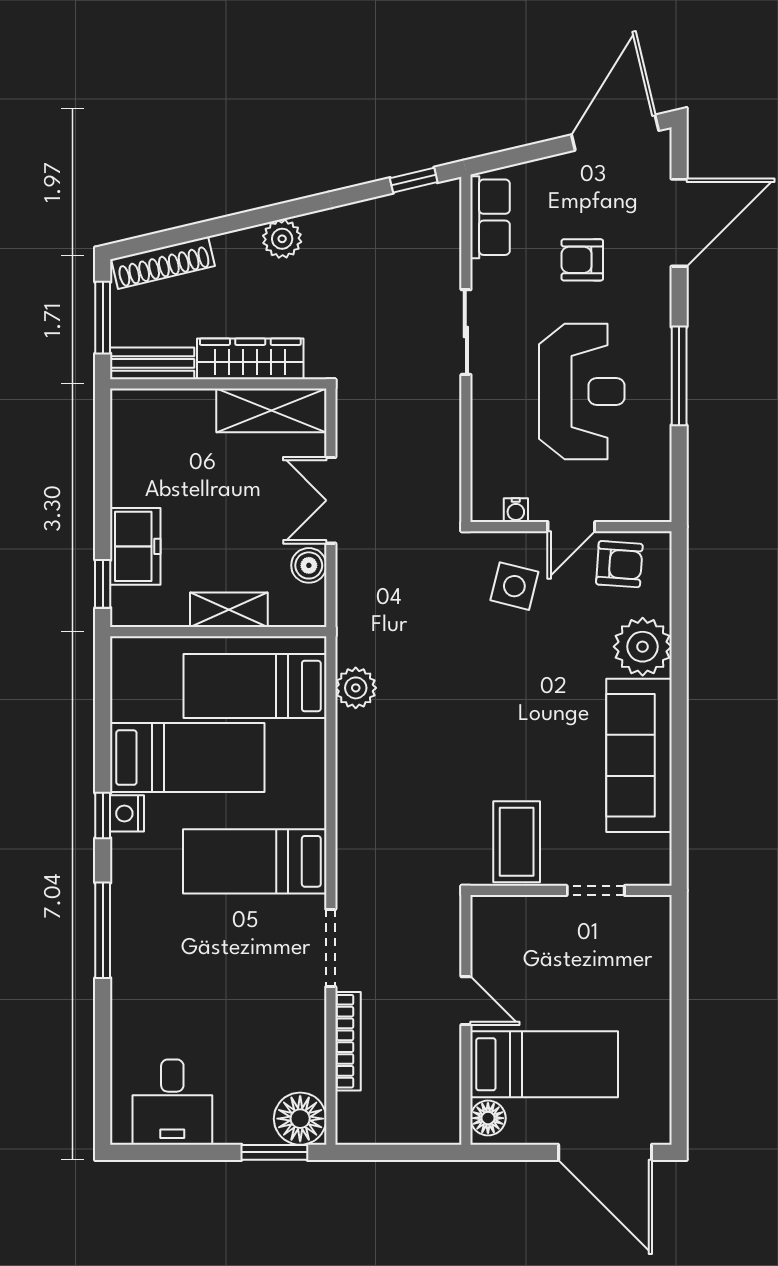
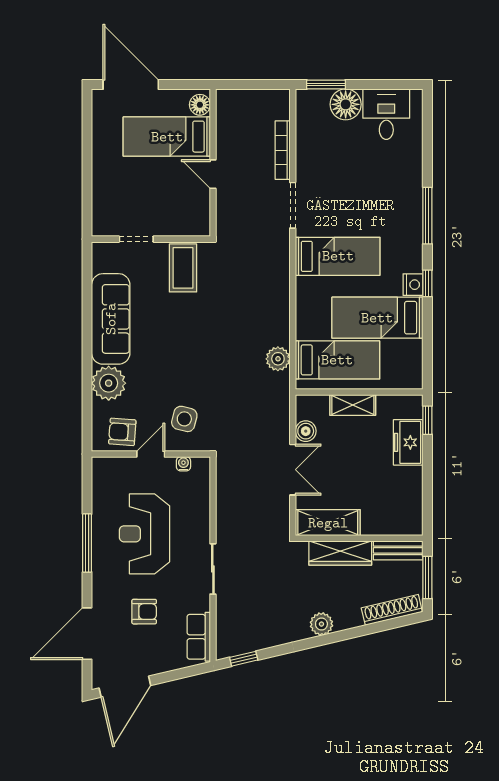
floor lamp: (300, 1119) -> (346, 104), moved

